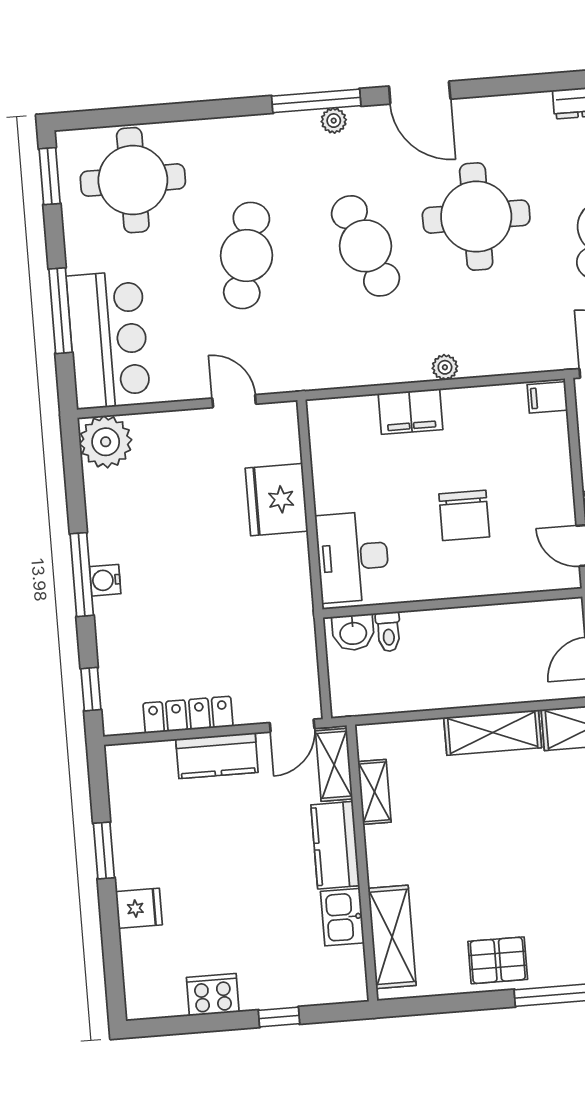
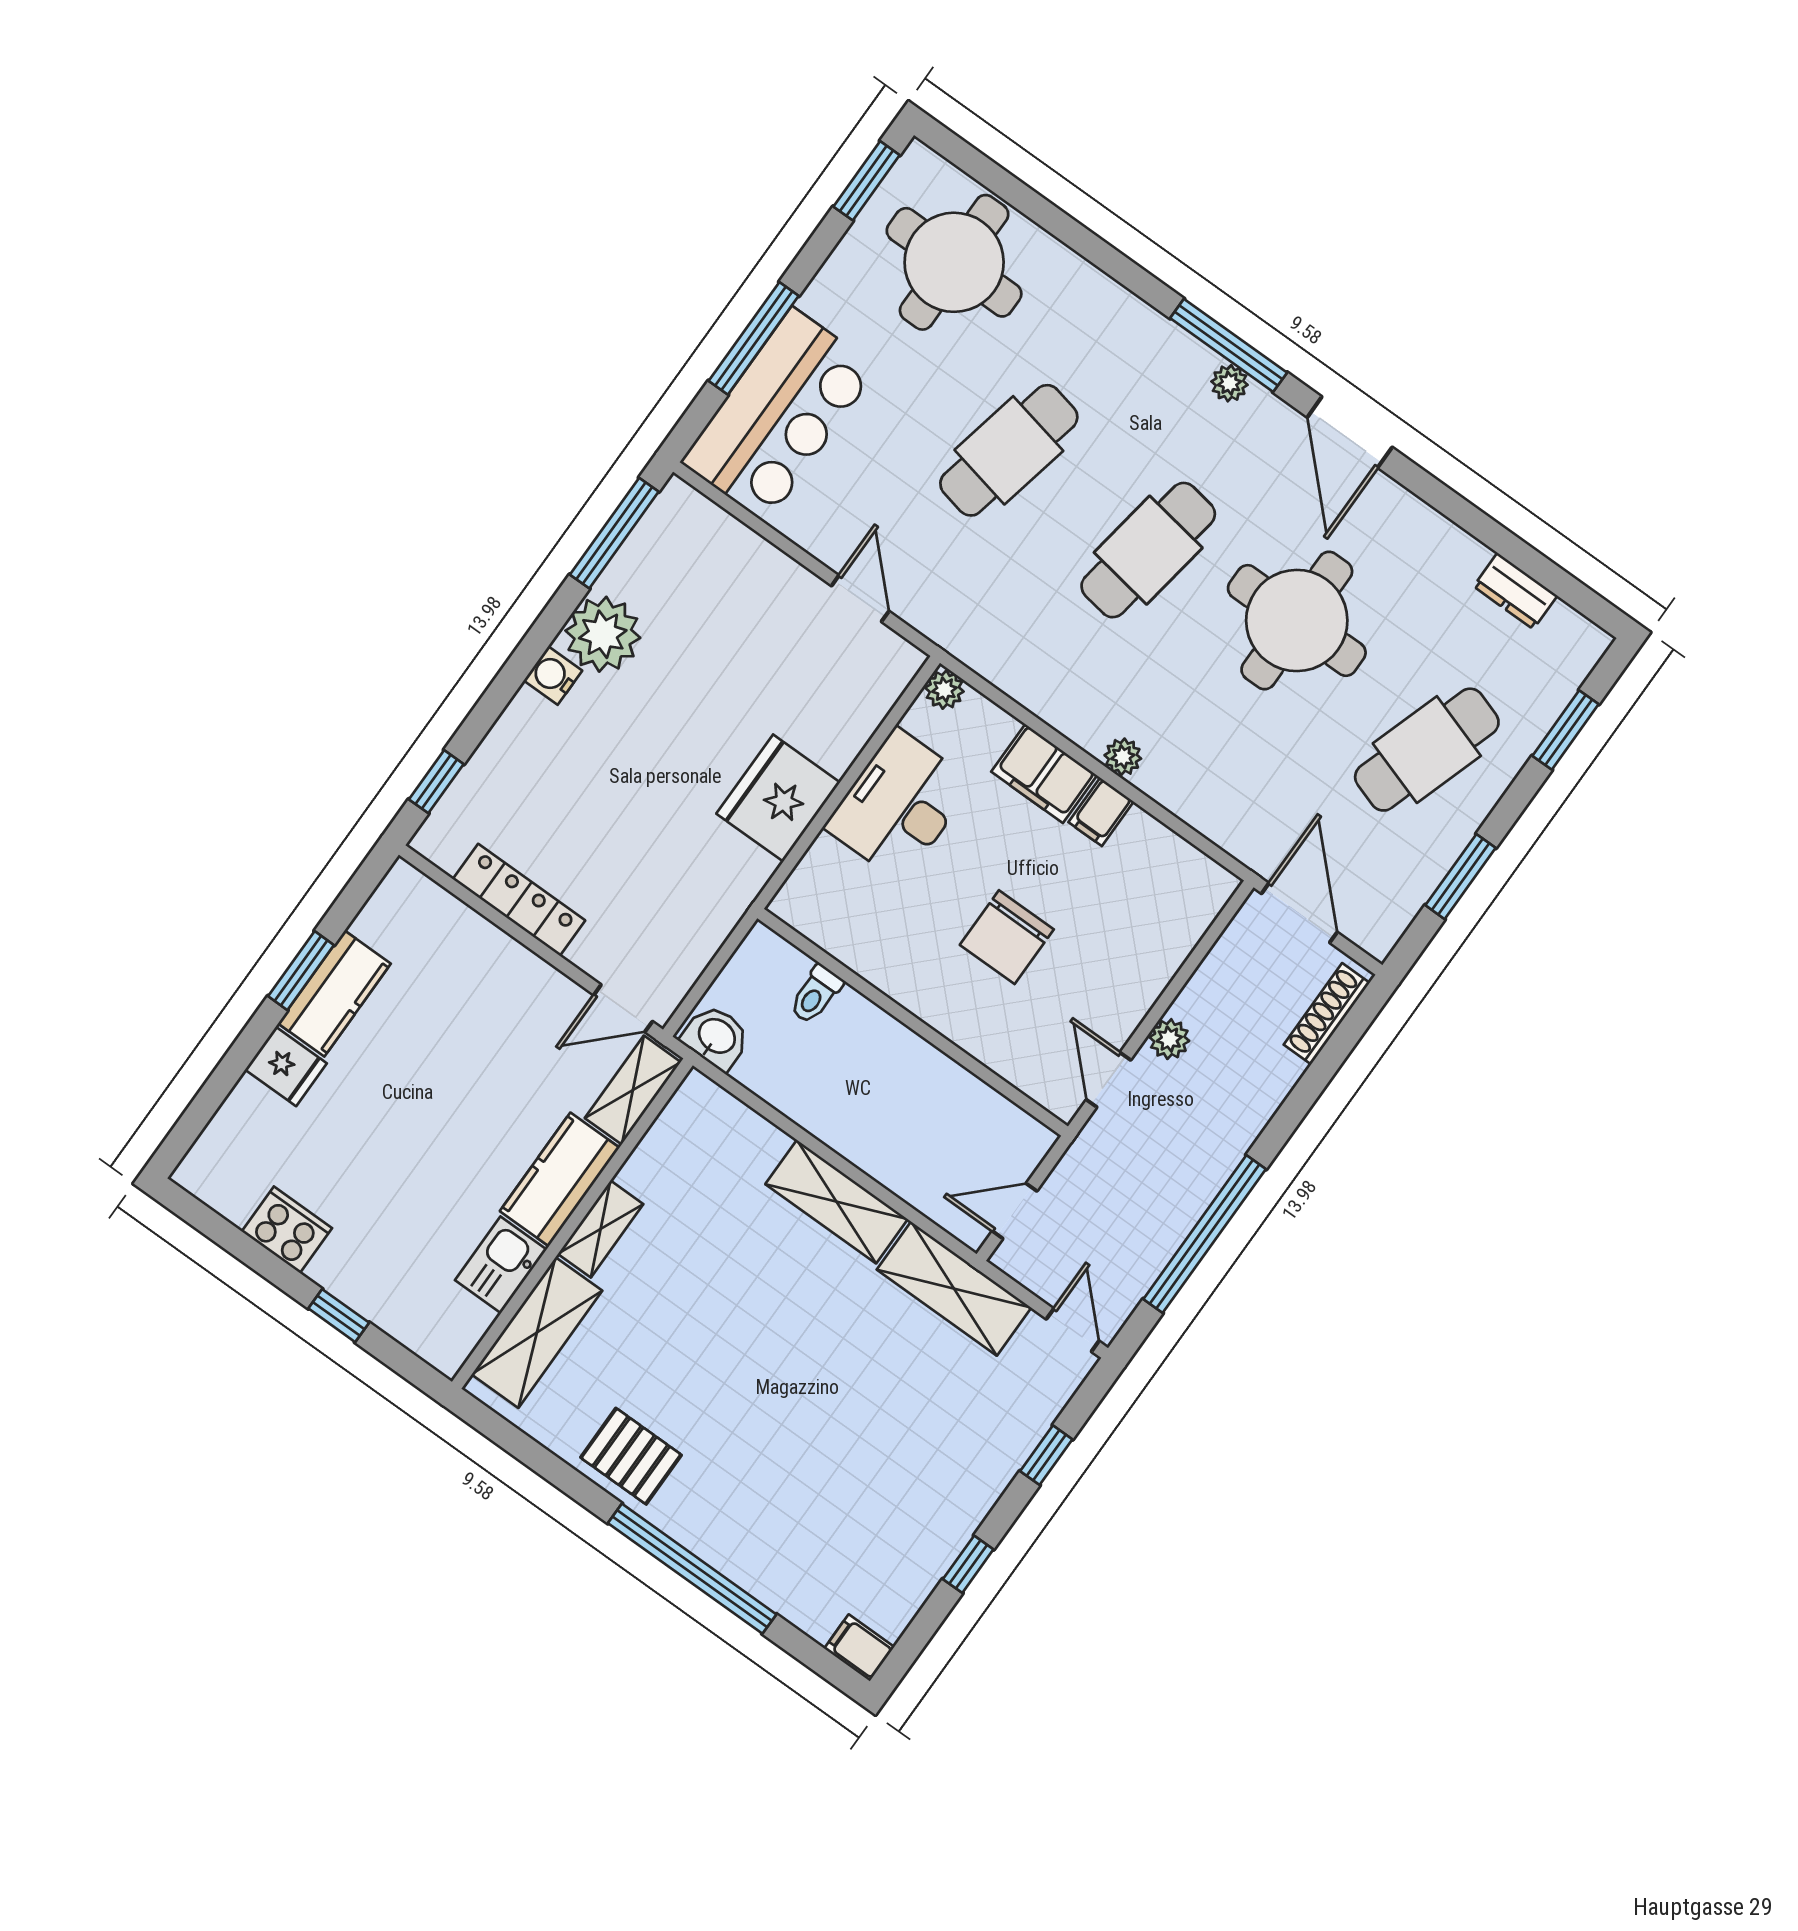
cafe table: (365, 246) -> (1148, 550), turned 30
filing cabinet: (547, 397) -> (1101, 812), moved, turned -90
plant: (320, 412) -> (944, 690), added
plant: (106, 442) -> (603, 634), moved
fridge: (277, 500) -> (778, 798), moved
desk: (353, 557) -> (899, 805), moved
window: (82, 575) -> (614, 533), moved
washbasin: (353, 632) -> (716, 1037), moved, turned 180
kitchen counter: (217, 756) -> (334, 994), moved, turned -90
shelving: (374, 792) -> (601, 1229), moved

